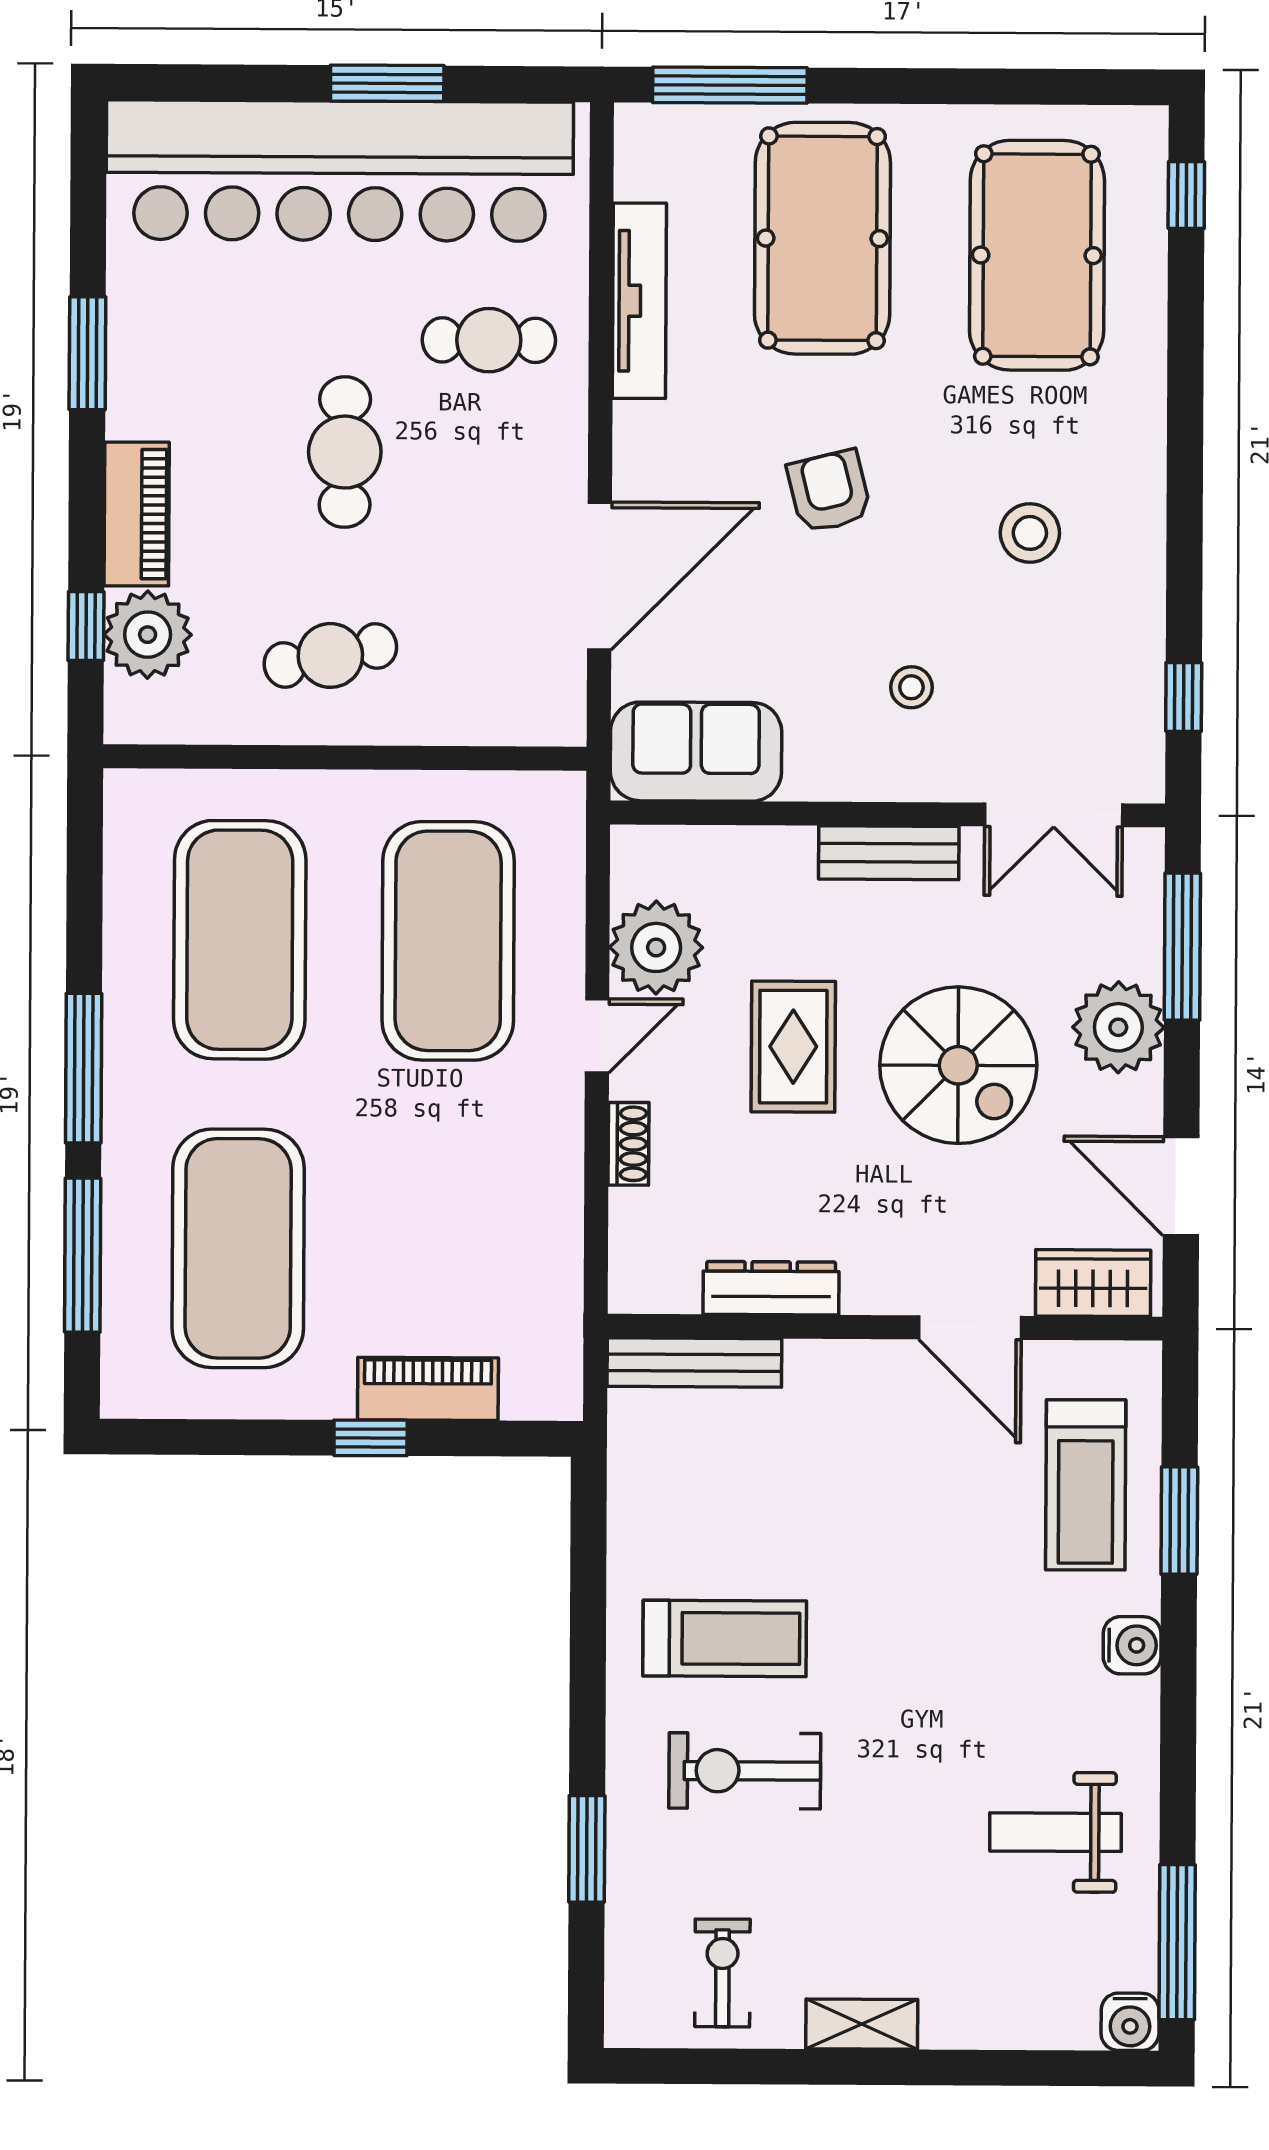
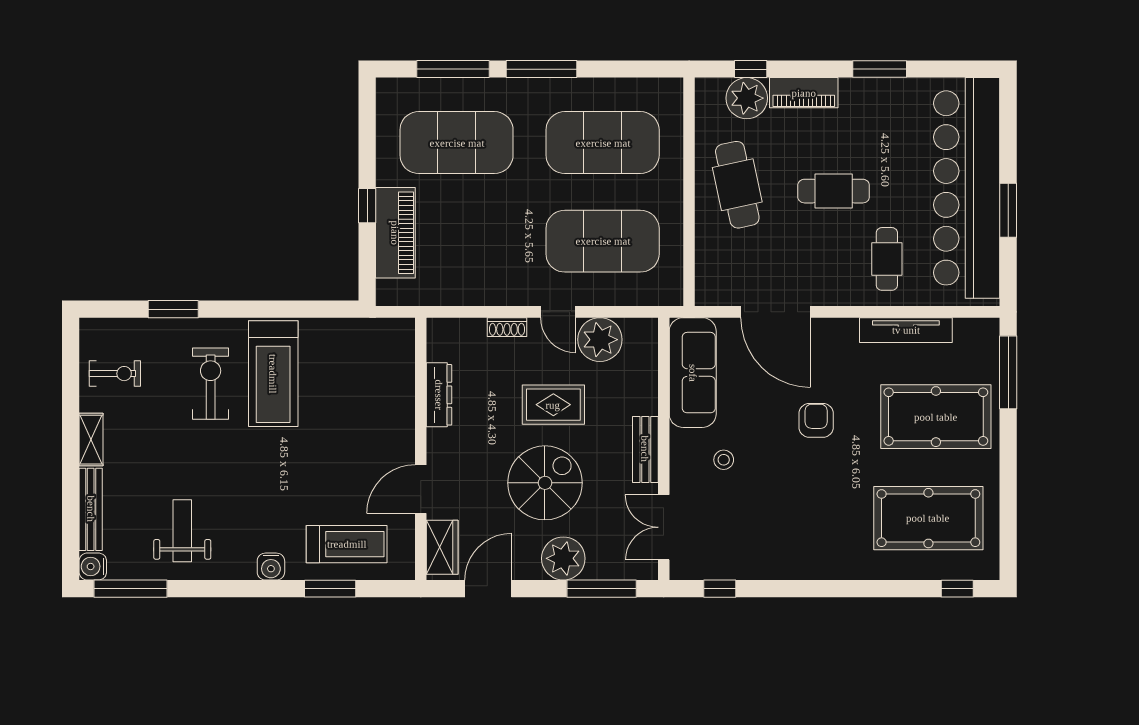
armchair: (829, 491) -> (816, 420), turned -76
stool: (1030, 533) -> (797, 515), removed
cafe table: (330, 655) -> (737, 185), width x1.37, depth x1.35
sofa: (696, 752) -> (693, 373), width x1.36
spiral stairs: (958, 1065) -> (545, 483), turned 180
bench: (694, 1363) -> (91, 509), moved
piano: (428, 1389) -> (395, 233), width x1.37, depth x1.33
treadmill: (1086, 1485) -> (347, 544), turned 180
treadmill: (725, 1638) -> (273, 374), width x1.37, depth x1.38

